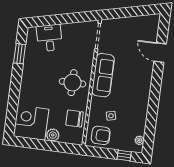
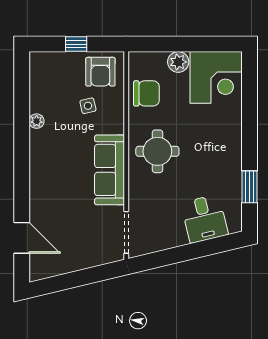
door: (160, 53) -> (22, 238), moved
armchair: (101, 135) -> (100, 72), turned -90
plant: (139, 140) -> (37, 121), moved
window: (124, 156) -> (76, 44), moved

